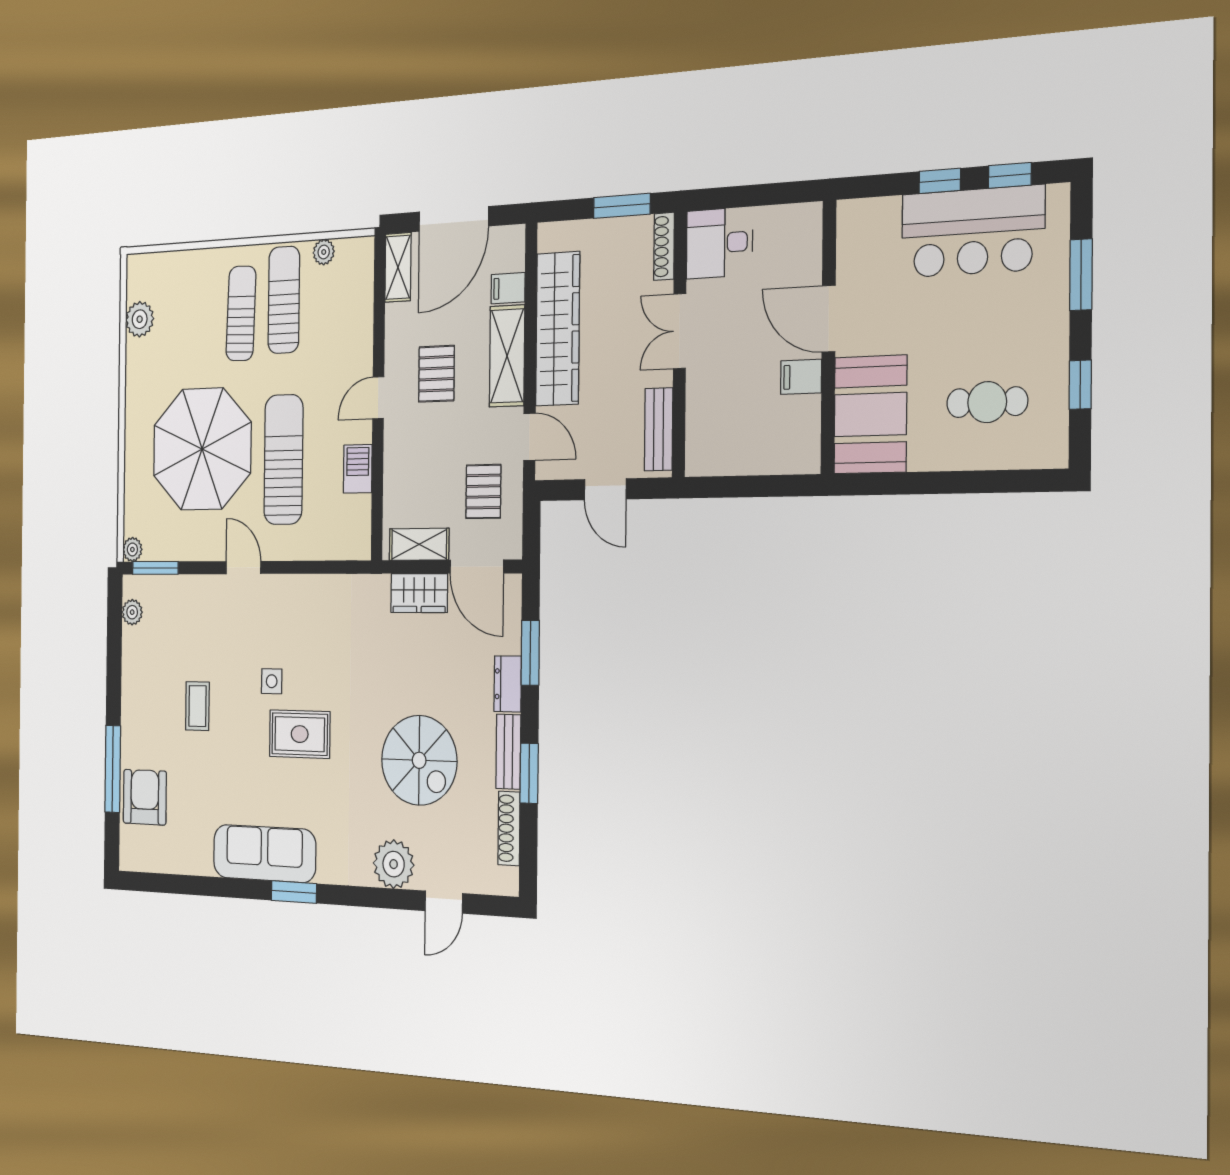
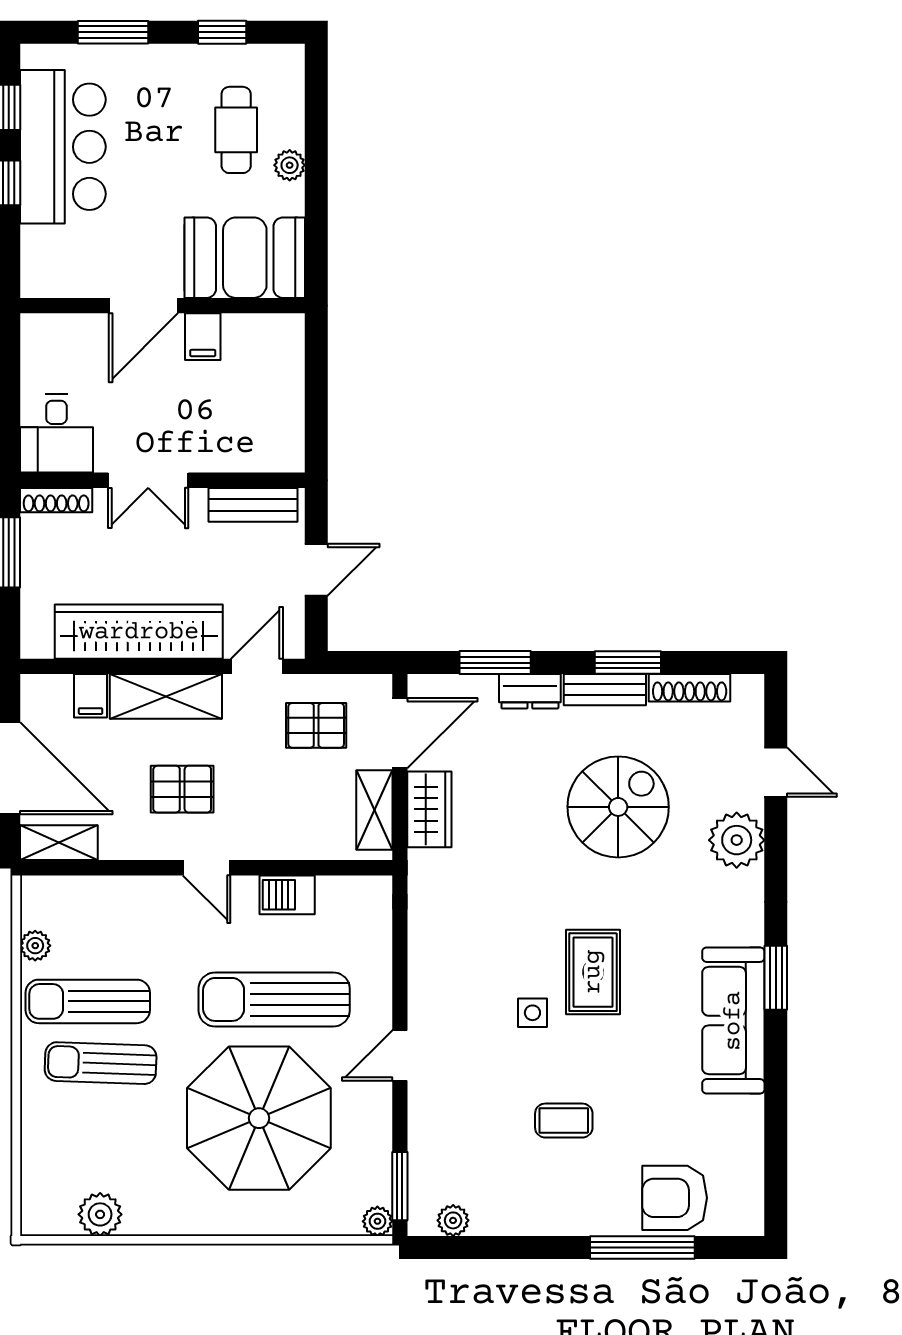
plant: (954, 456) -> (290, 165), added

